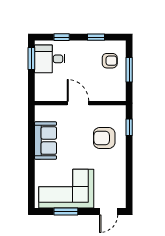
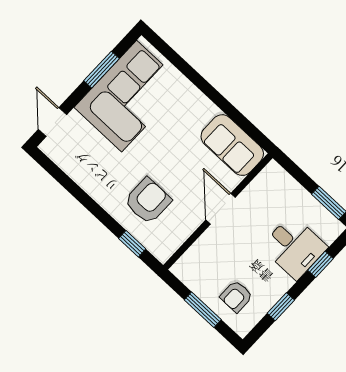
desk: (50, 59) -> (294, 247), moved, turned 90
door: (78, 103) -> (221, 209), swing flipped
sofa: (46, 141) -> (232, 145), moved

